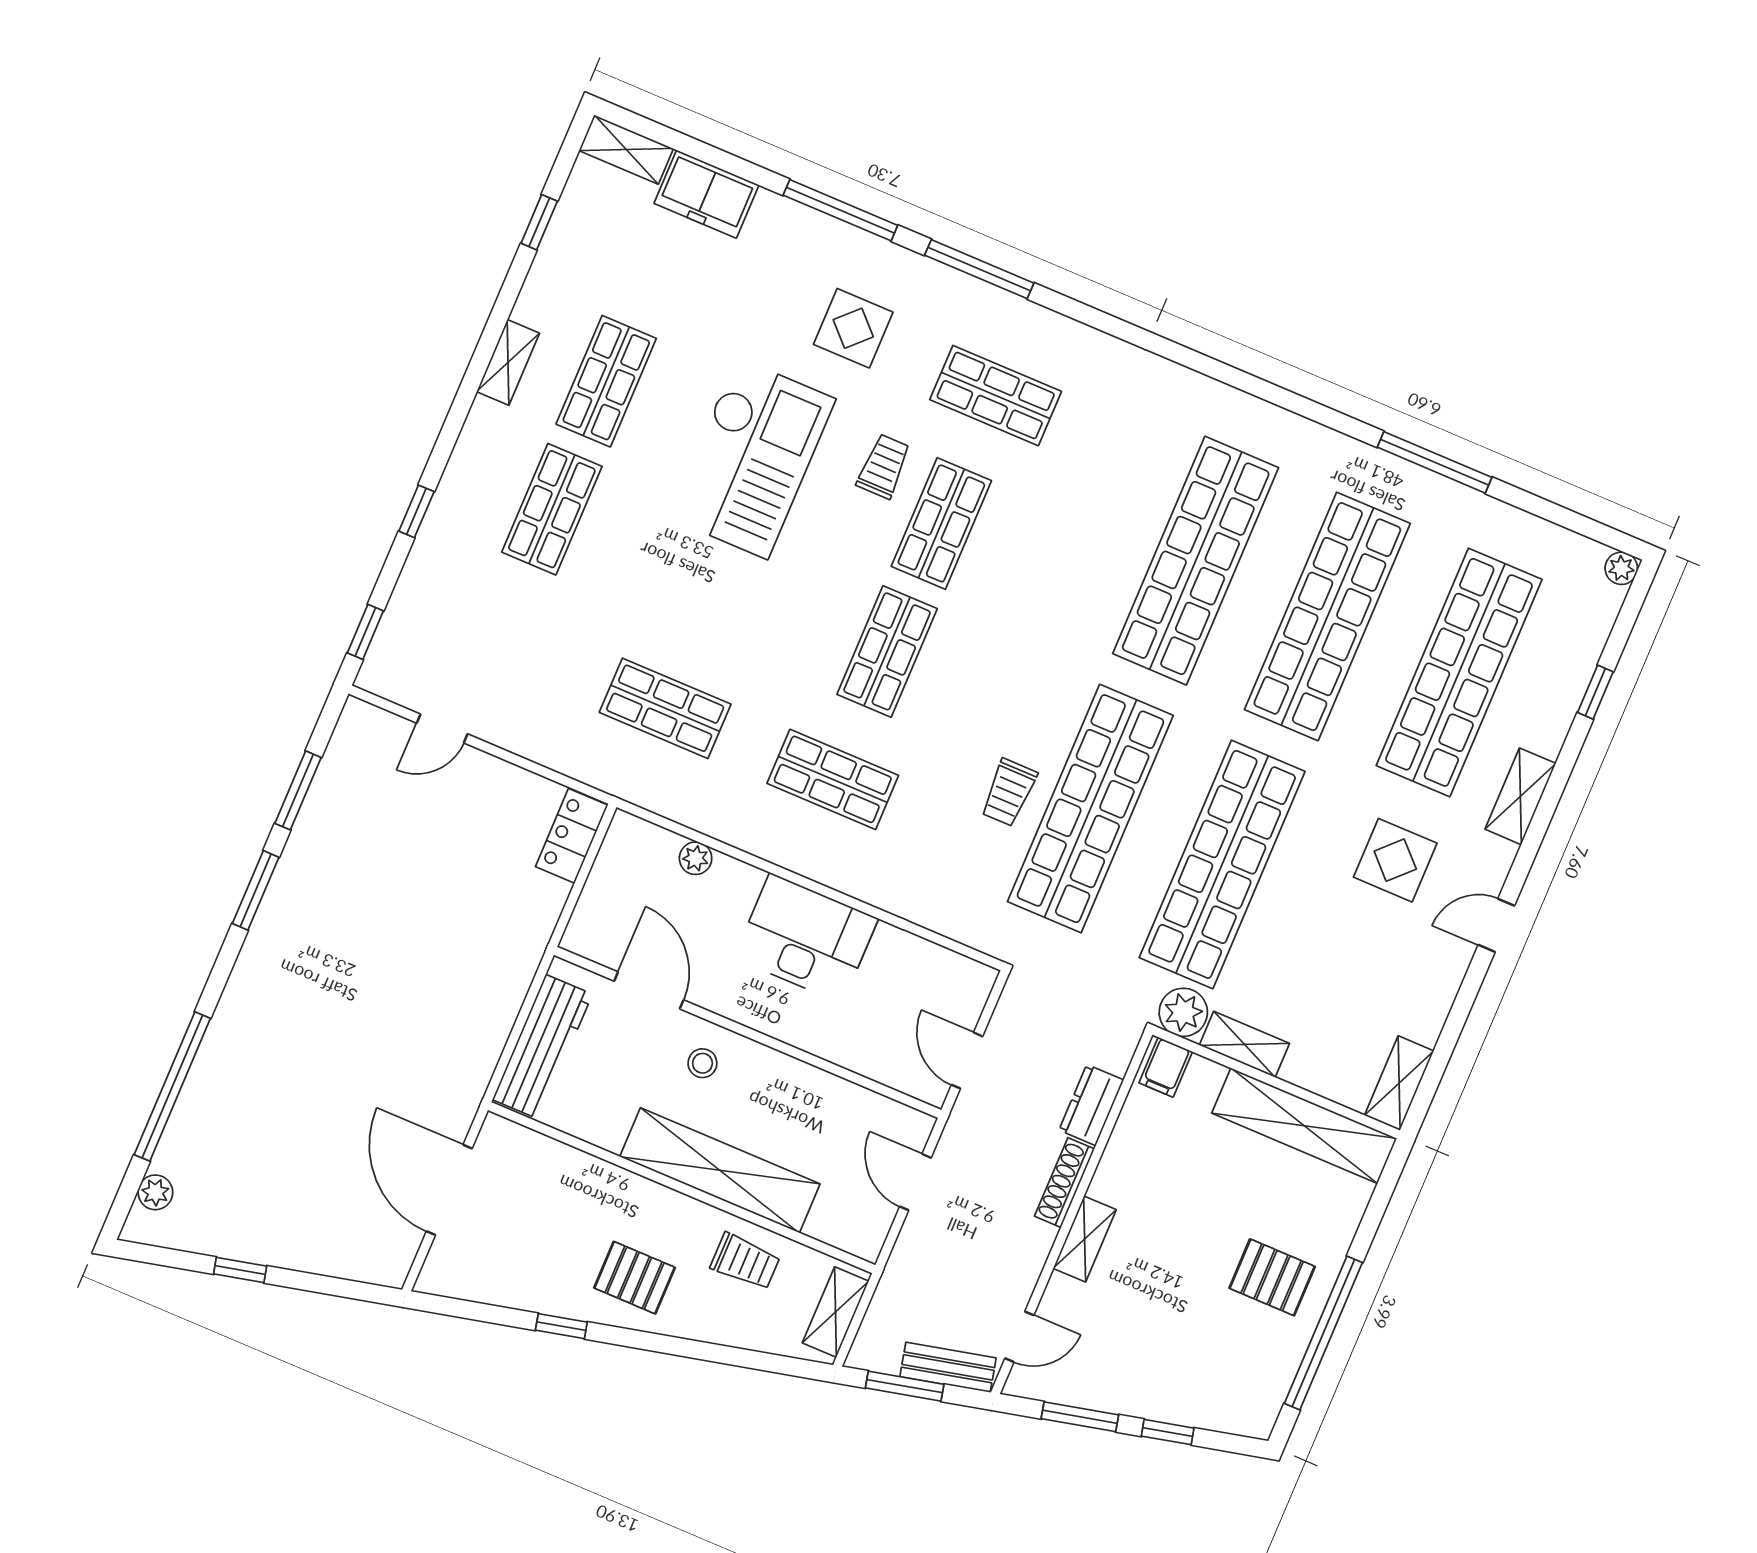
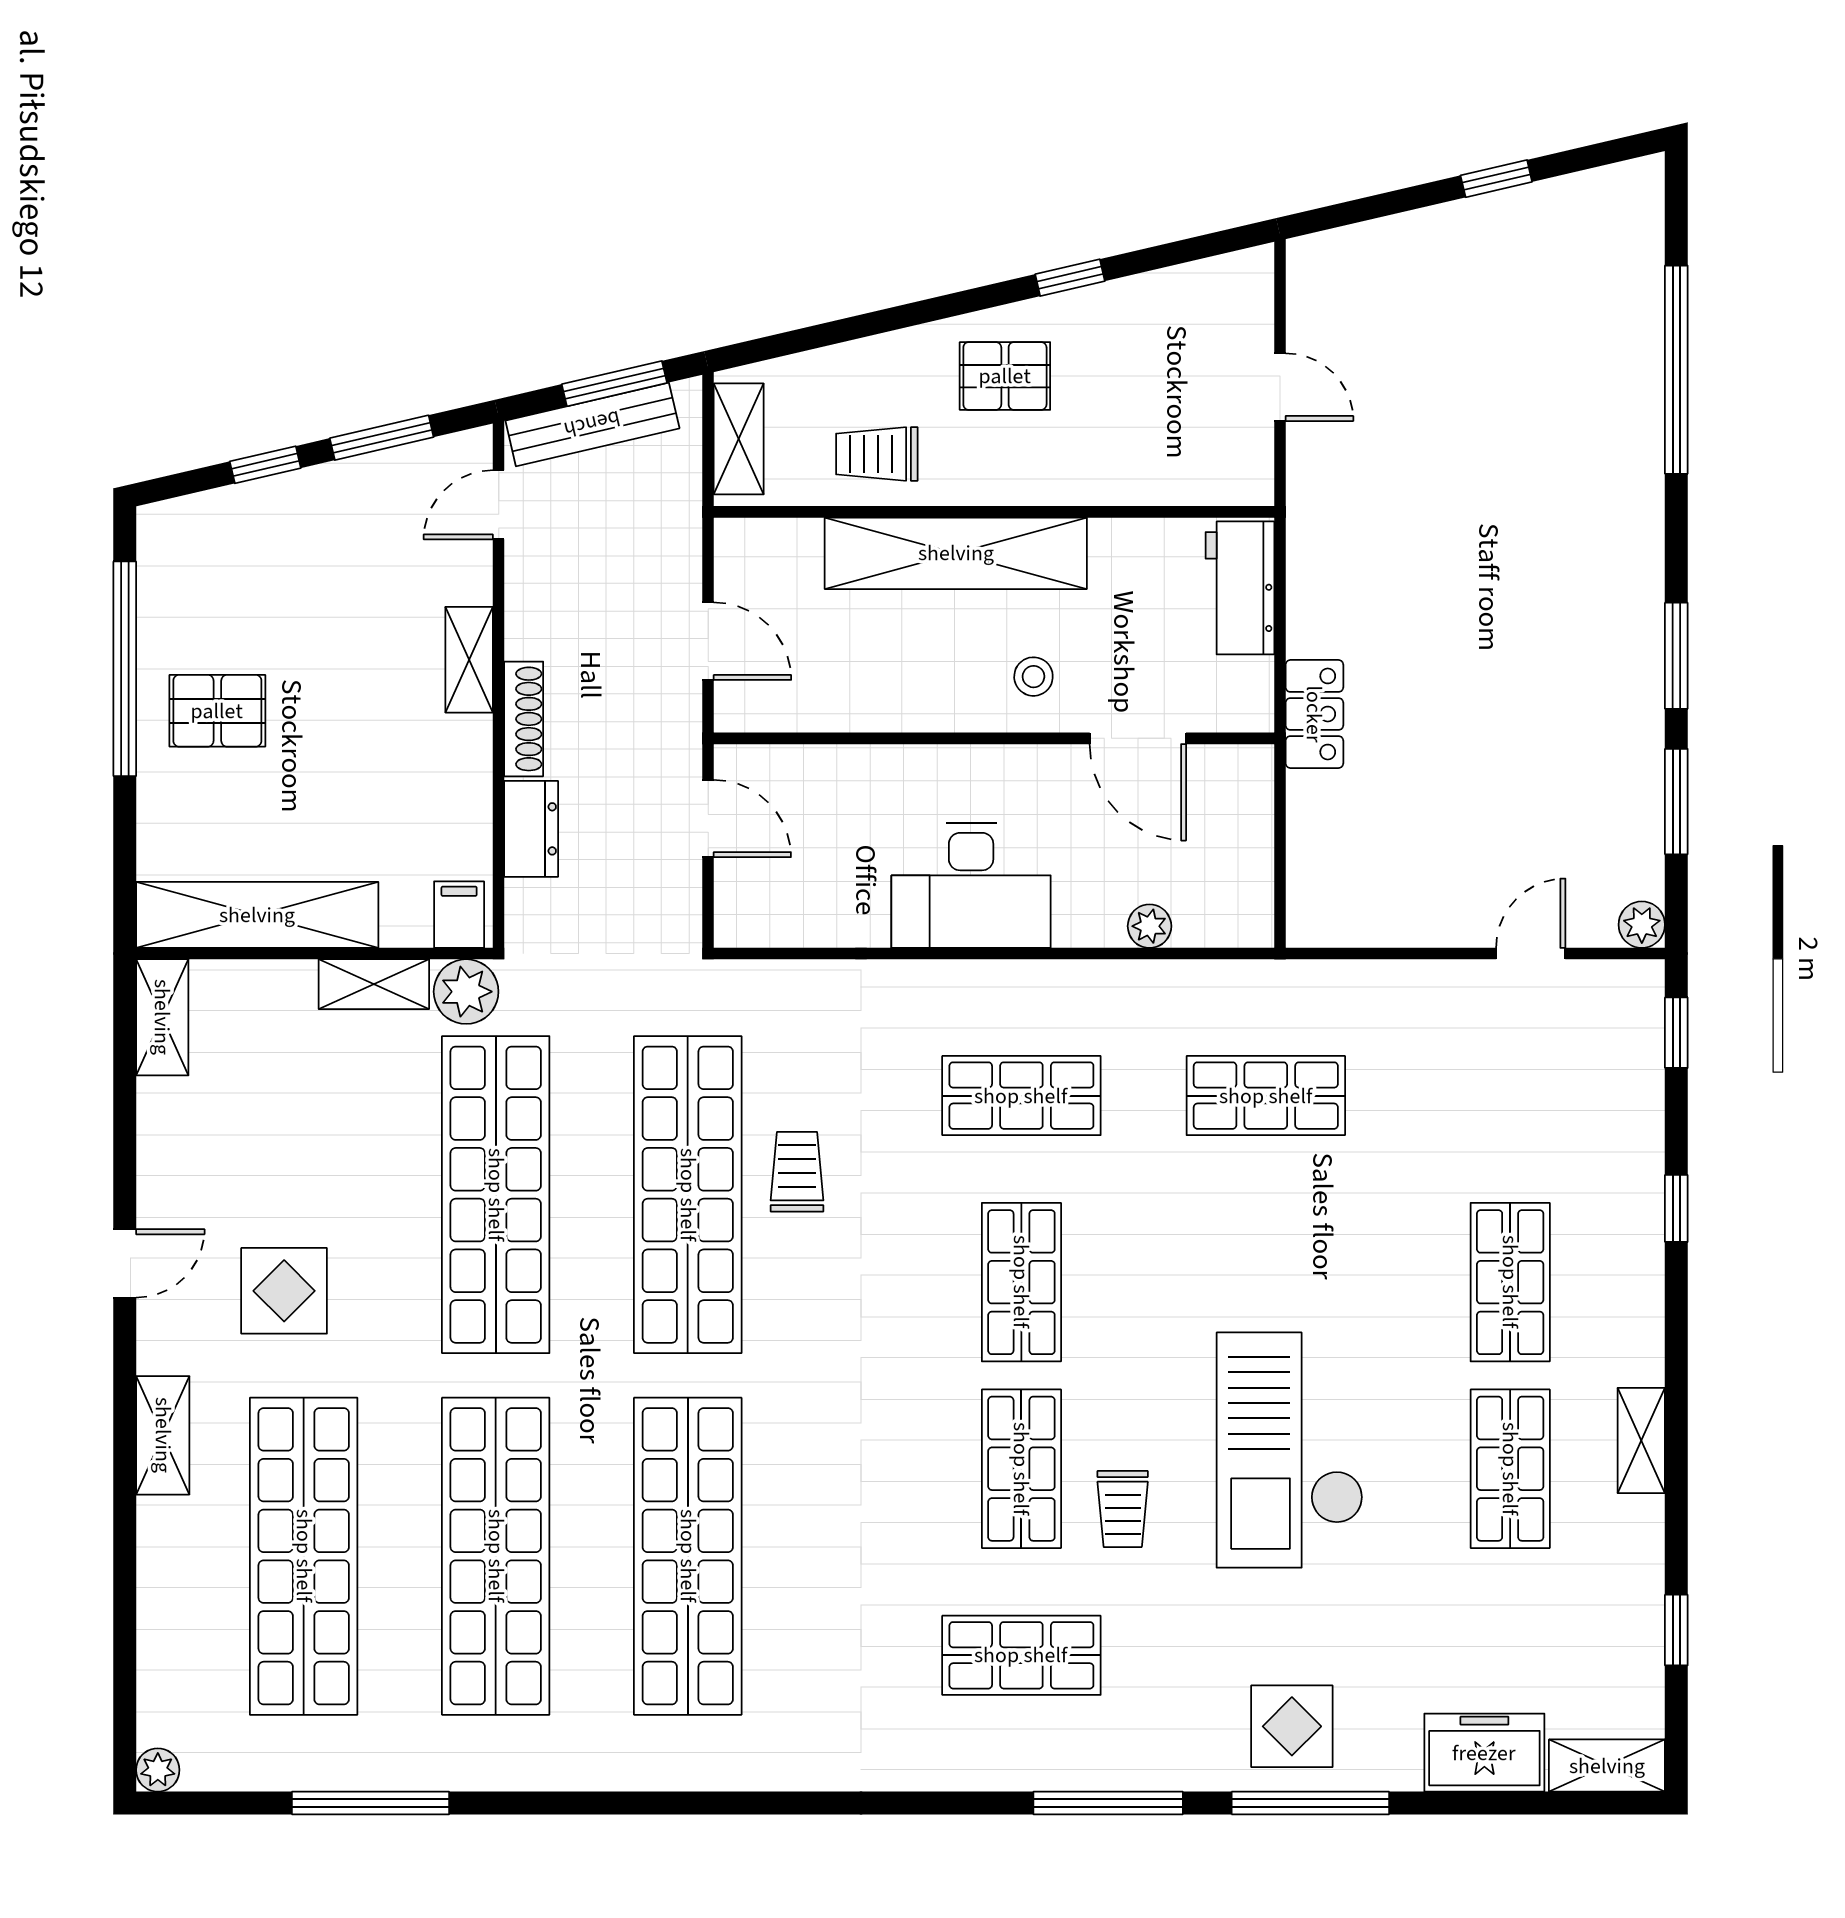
display table: (853, 328) -> (1292, 1726), moved
window: (1435, 462) -> (371, 1803), moved
window: (1595, 692) -> (125, 1603), removed
locker: (572, 836) -> (1314, 714), moved
workbench: (542, 1047) -> (1240, 588), width x0.73
door: (449, 1190) -> (1280, 387), width x0.53
plant: (155, 1192) -> (1642, 925), moved
bench: (948, 1367) -> (592, 424), width x1.36

